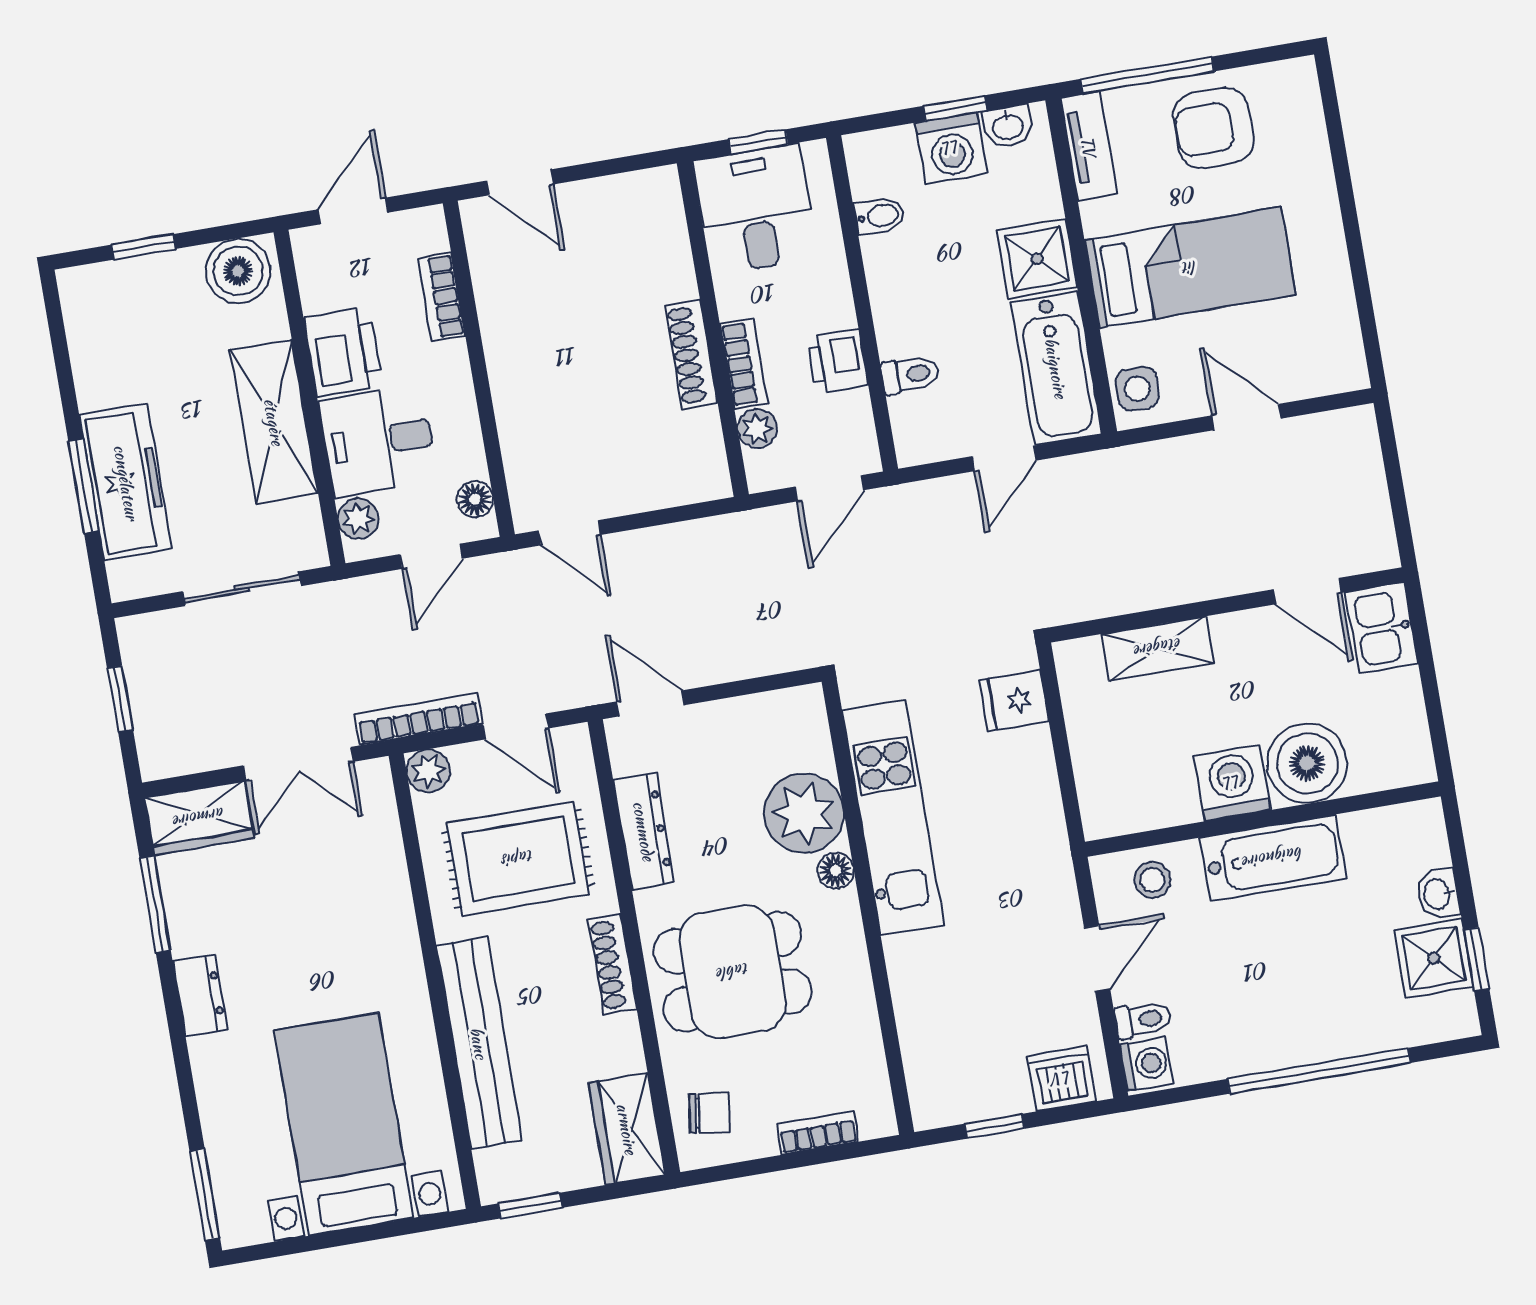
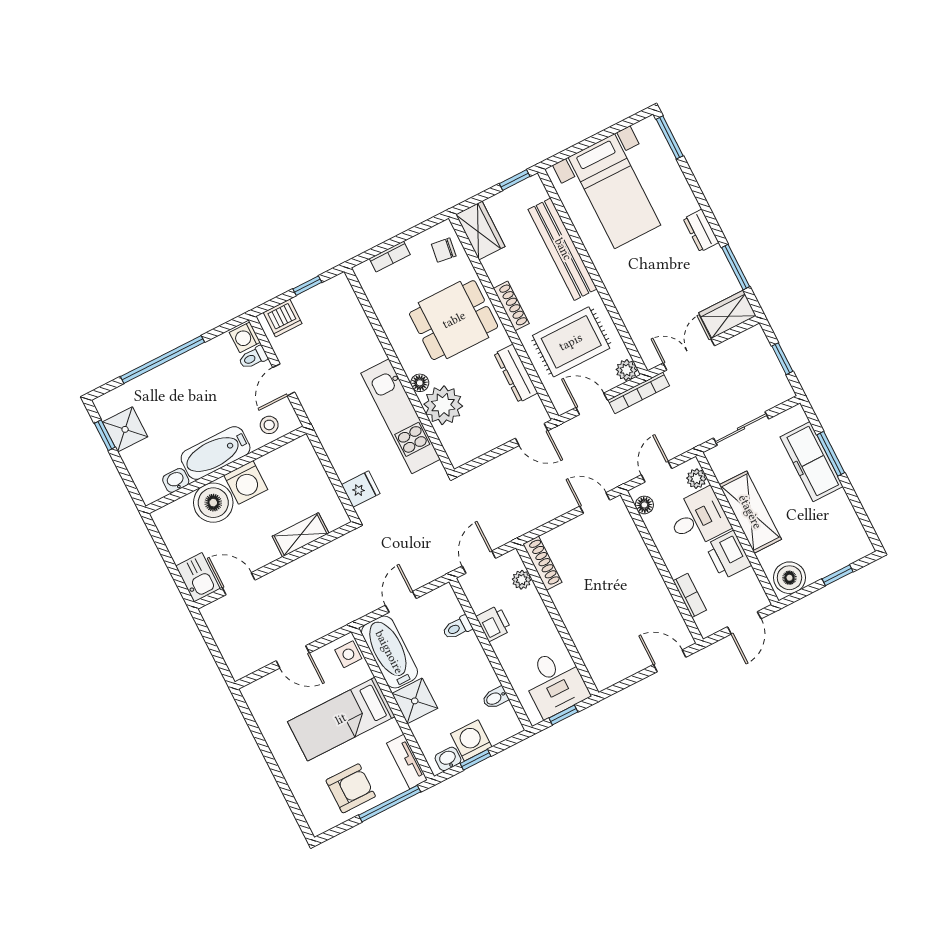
shoe rack: (691, 354) -> (542, 563), moved
bookcase: (744, 364) -> (538, 608), removed
washbasin: (1438, 894) -> (176, 480), moved, turned -90

